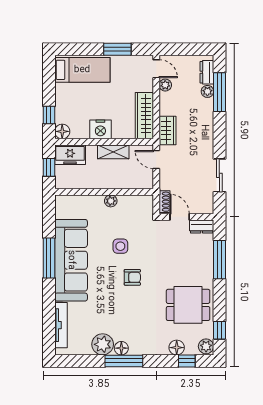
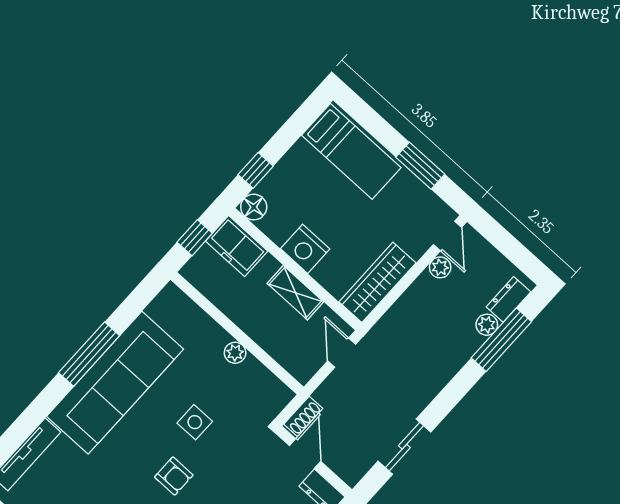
wardrobe: (168, 131) -> (390, 328), removed

